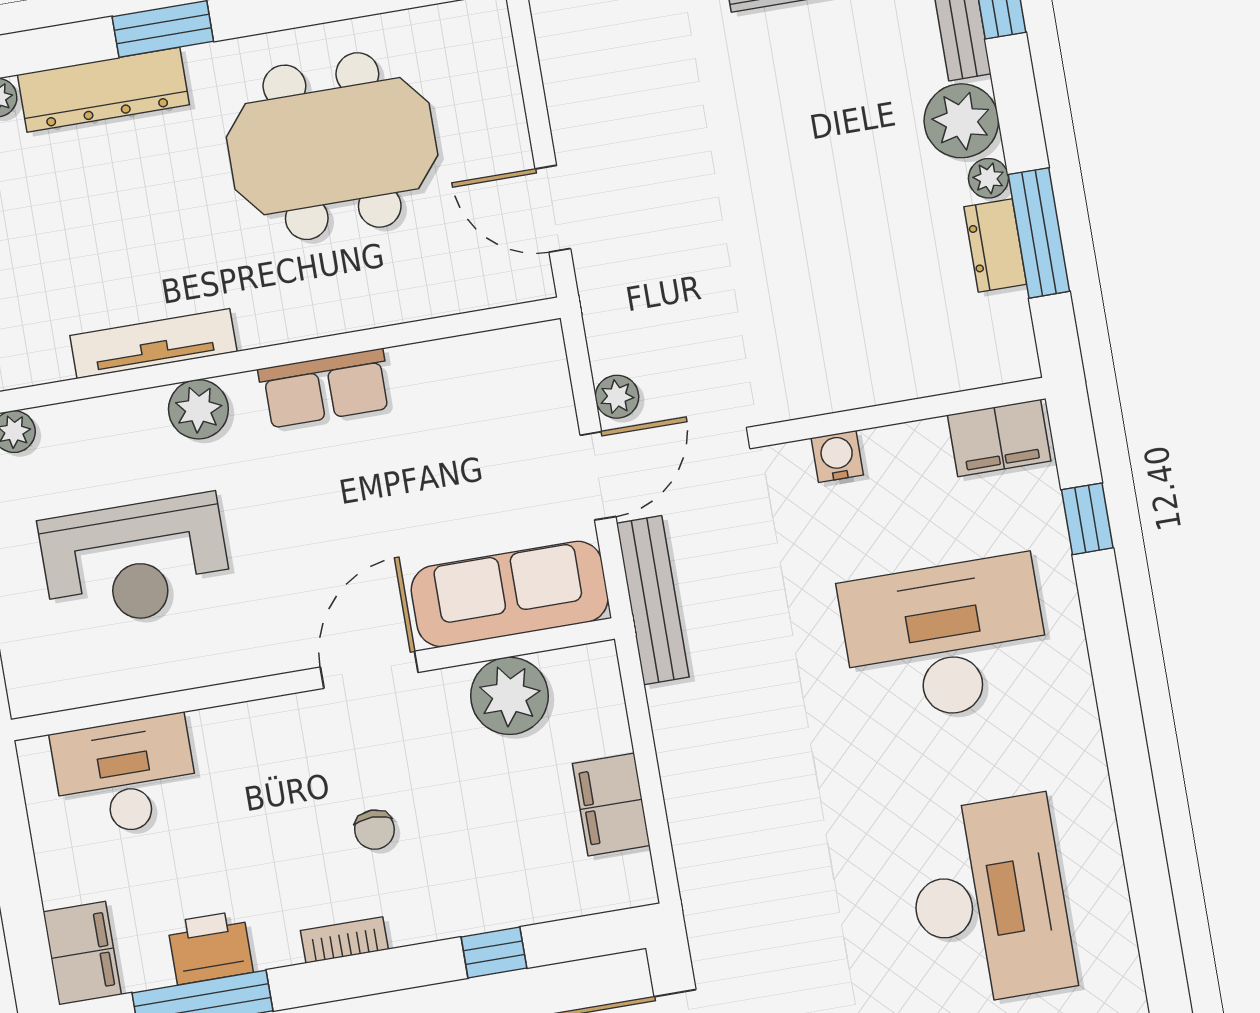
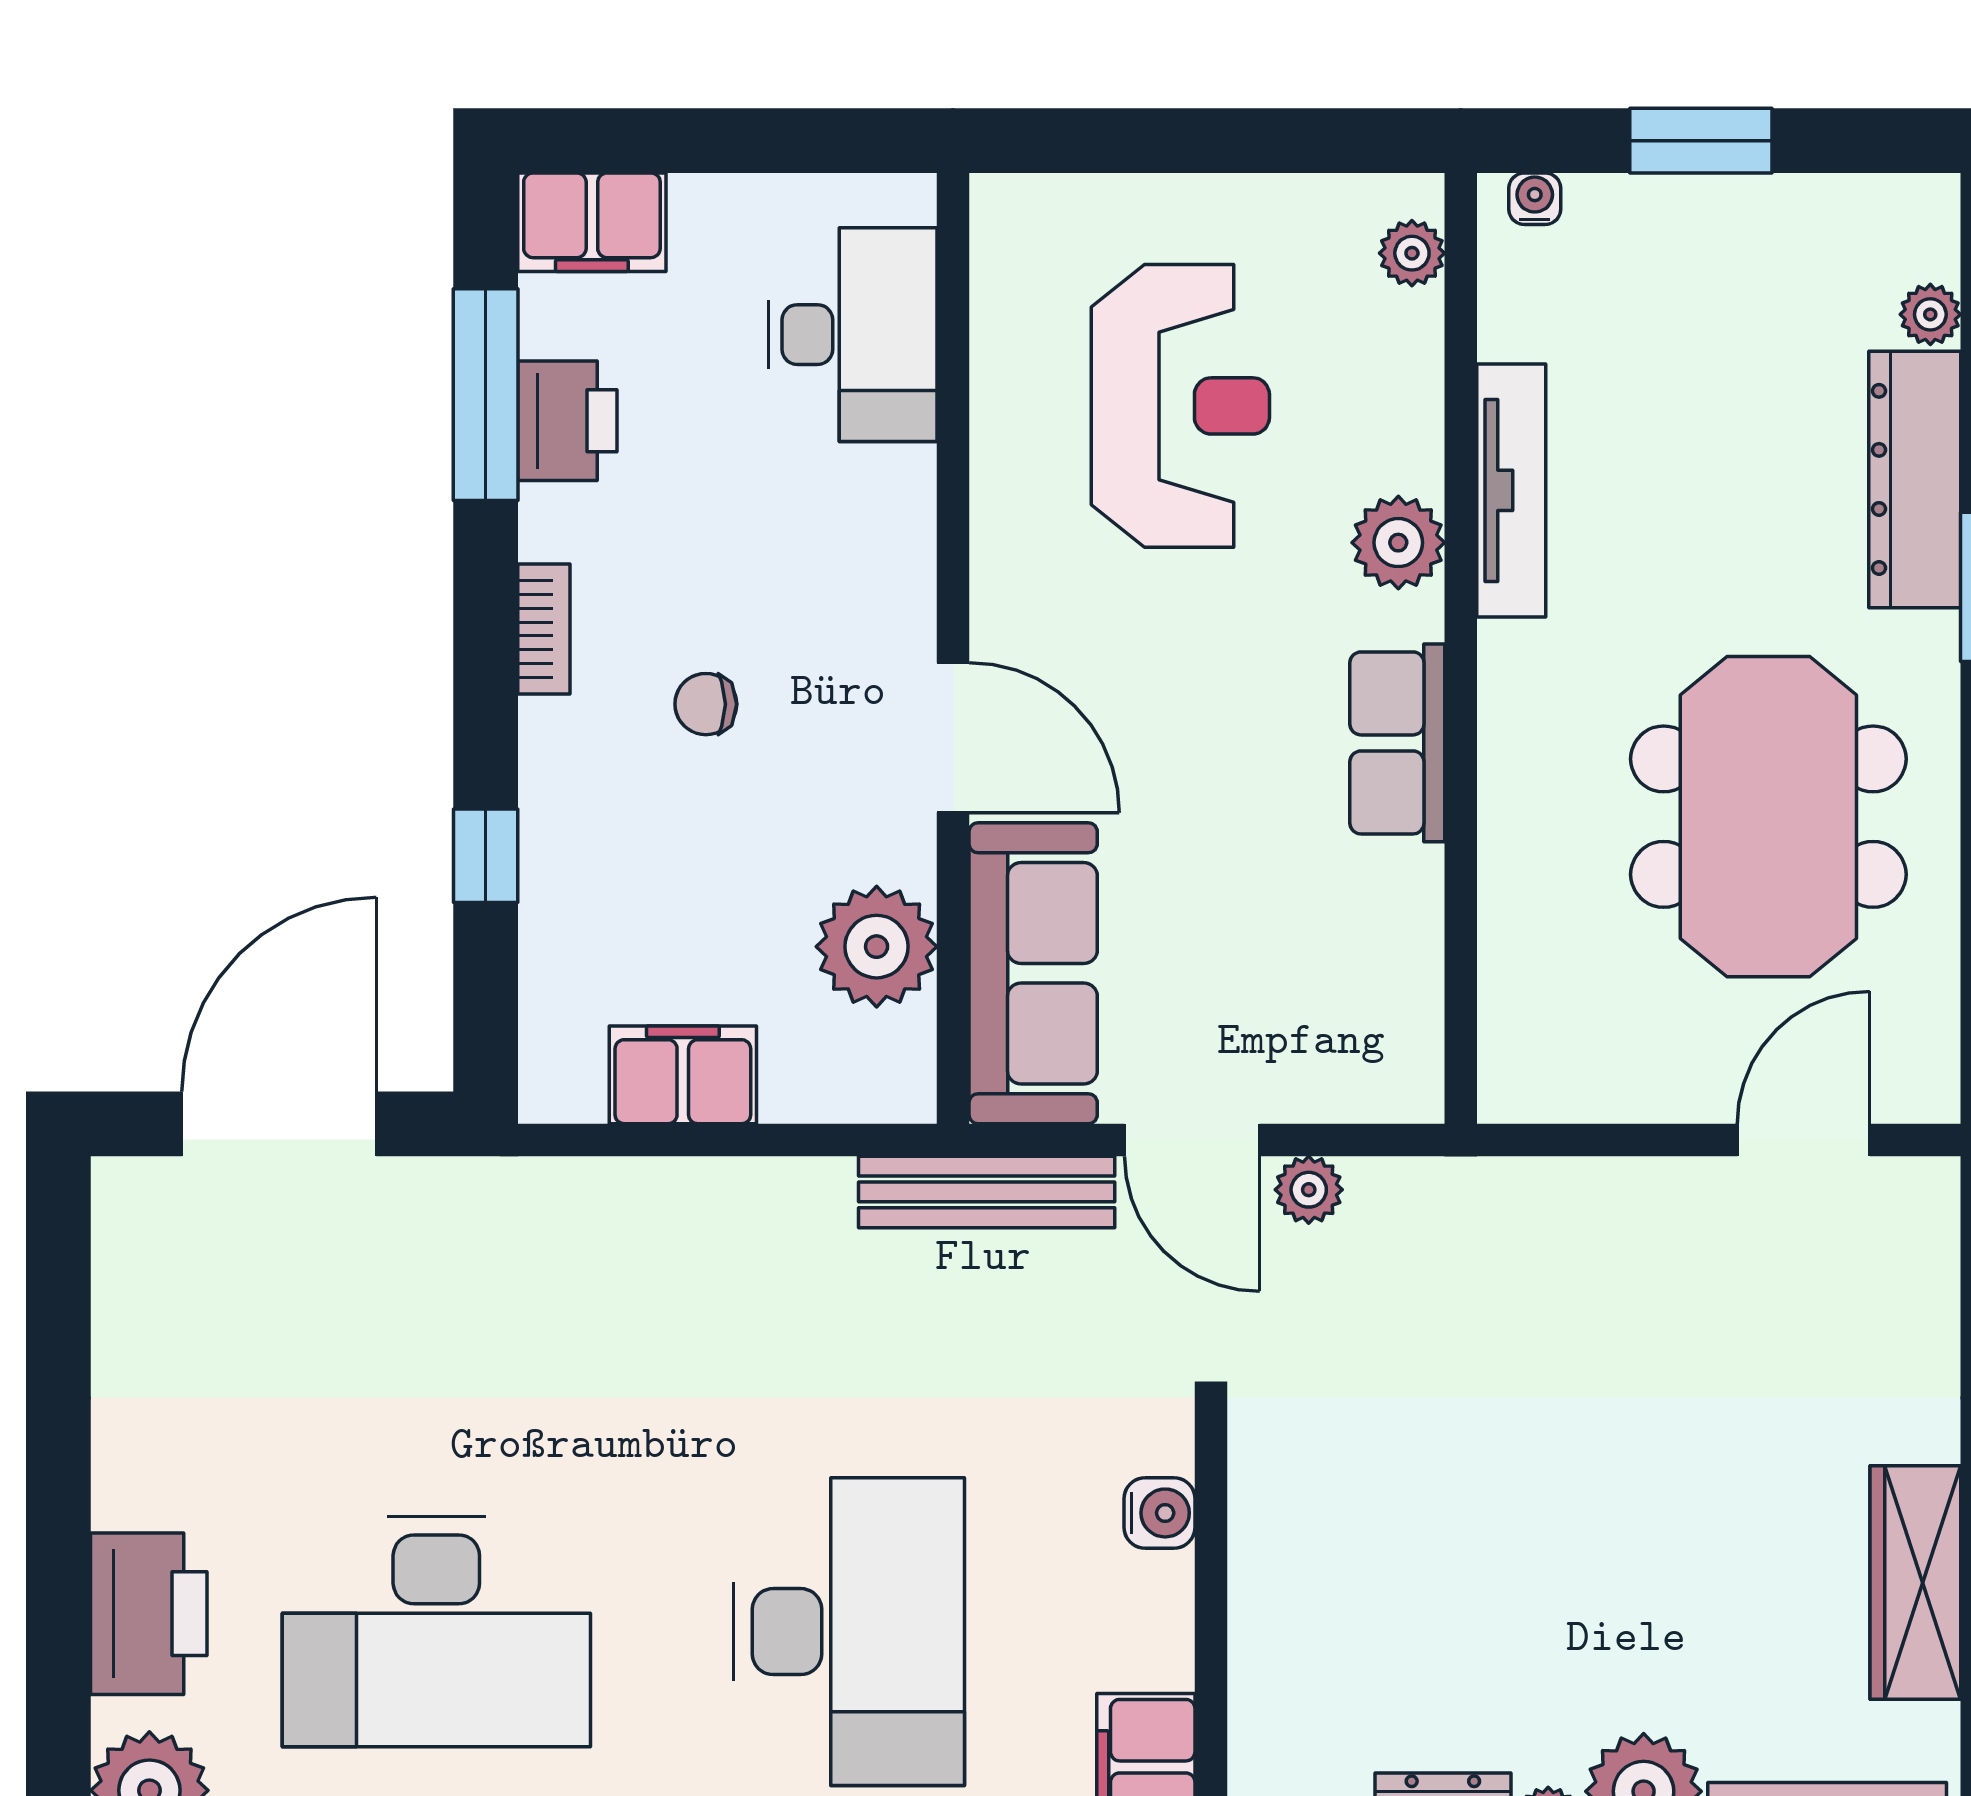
door: (553, 209) -> (1804, 1140), moved
reception desk: (135, 562) -> (1180, 406), turned 180

